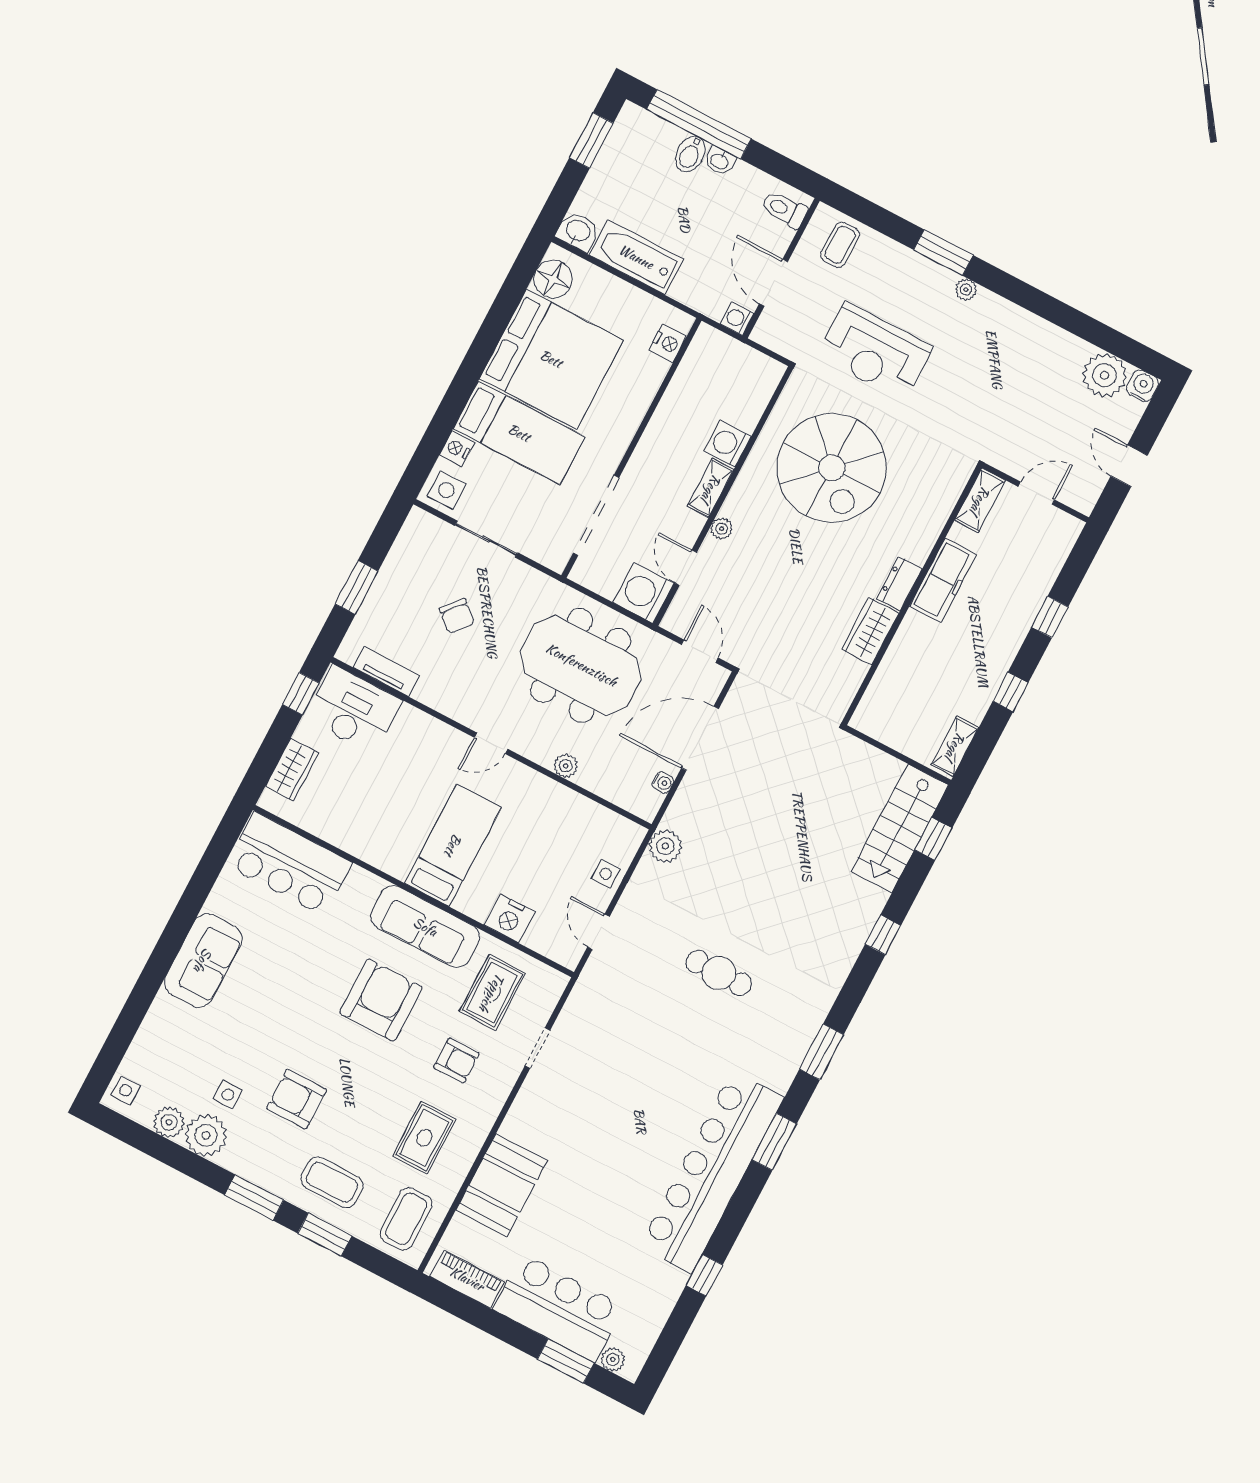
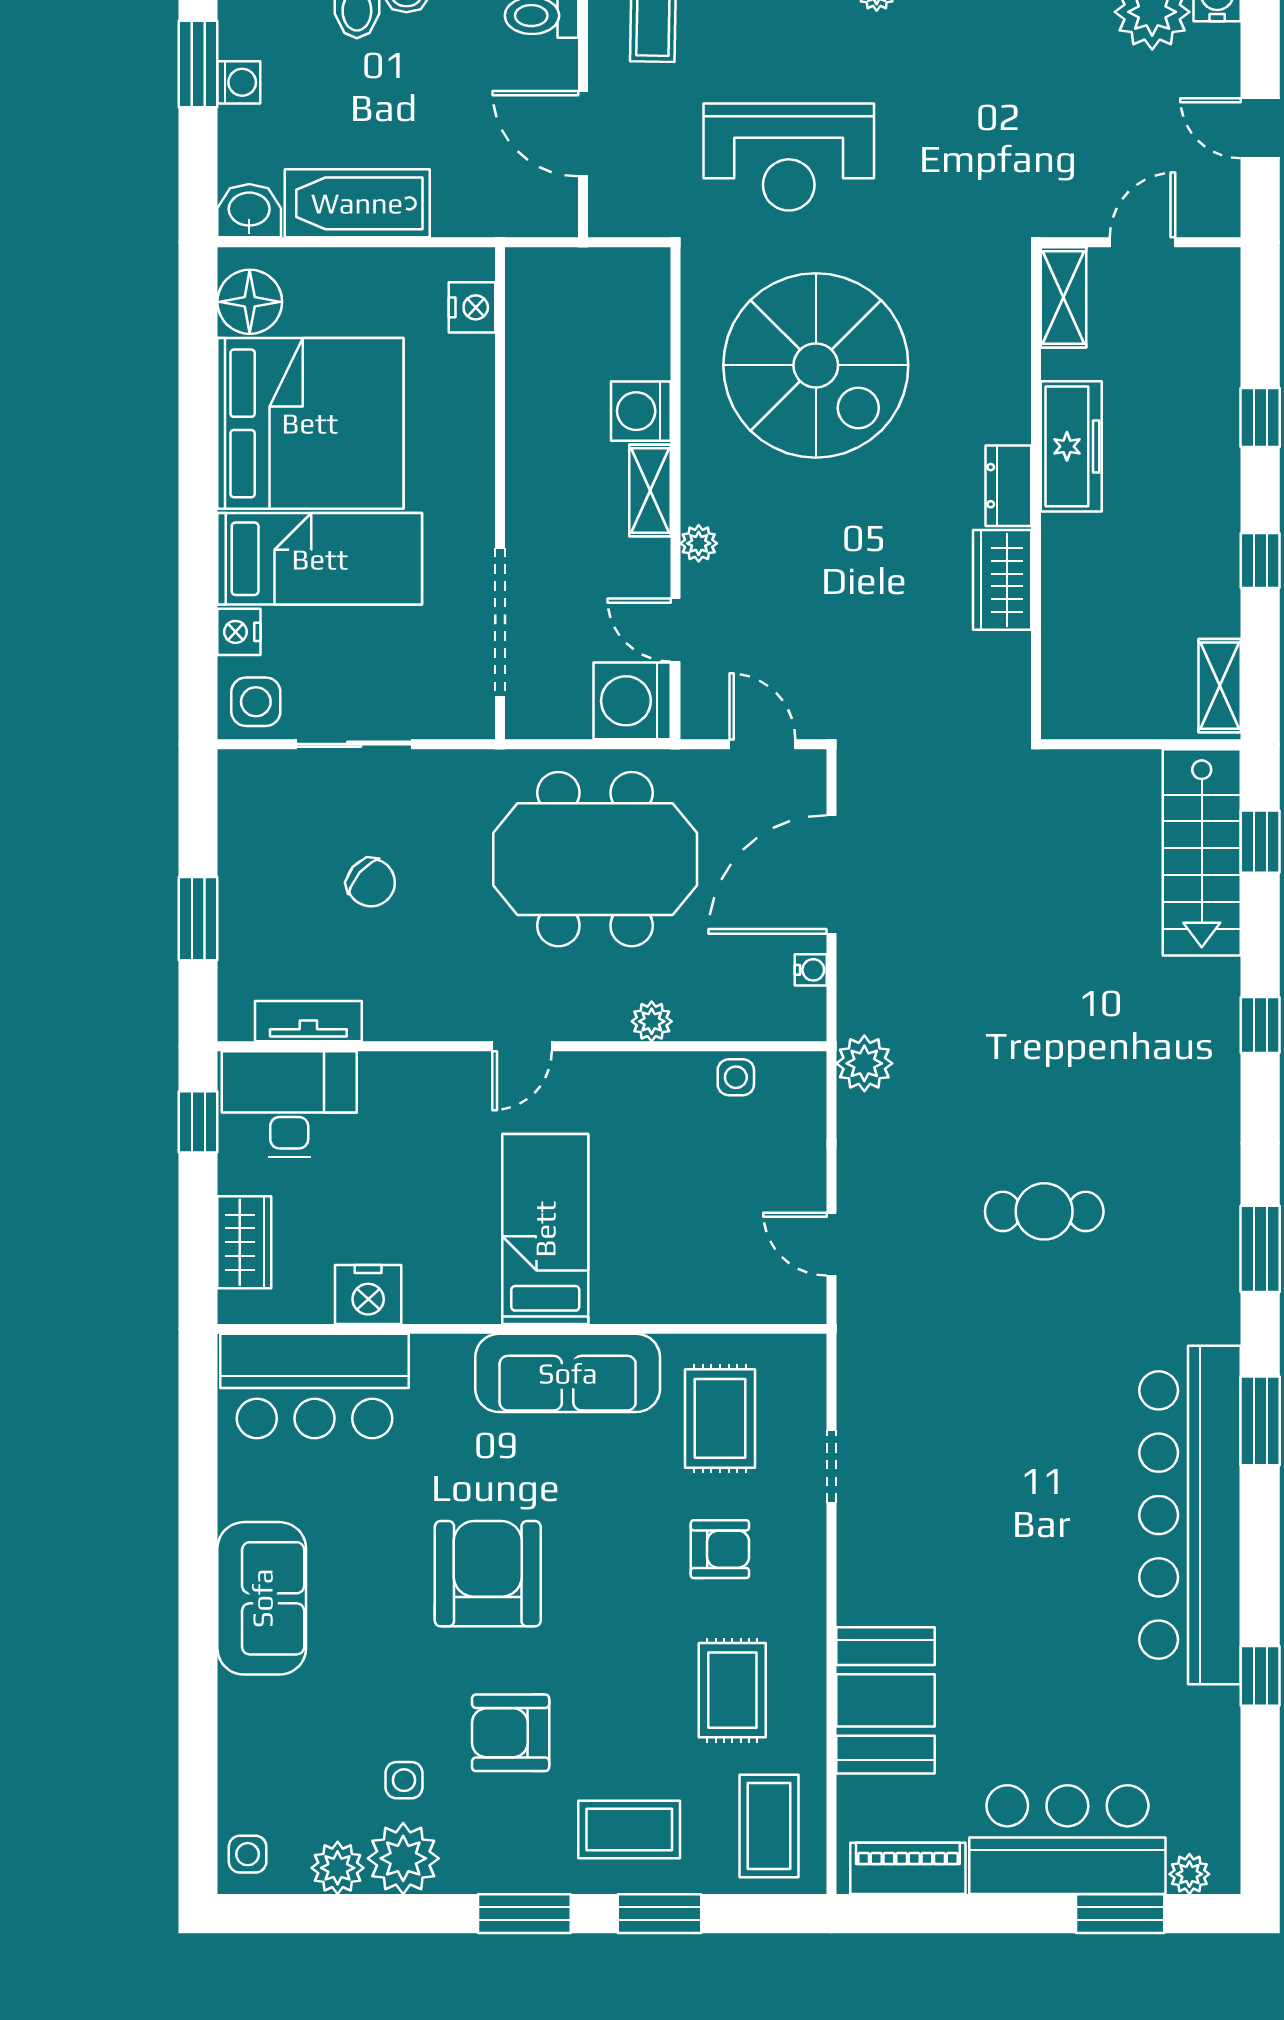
washing machine: (737, 319) -> (239, 82), moved, turned 180
side table: (606, 874) -> (736, 1077), moved
nightstand: (510, 919) -> (368, 1294), moved
armchair: (381, 1000) -> (488, 1574), moved

